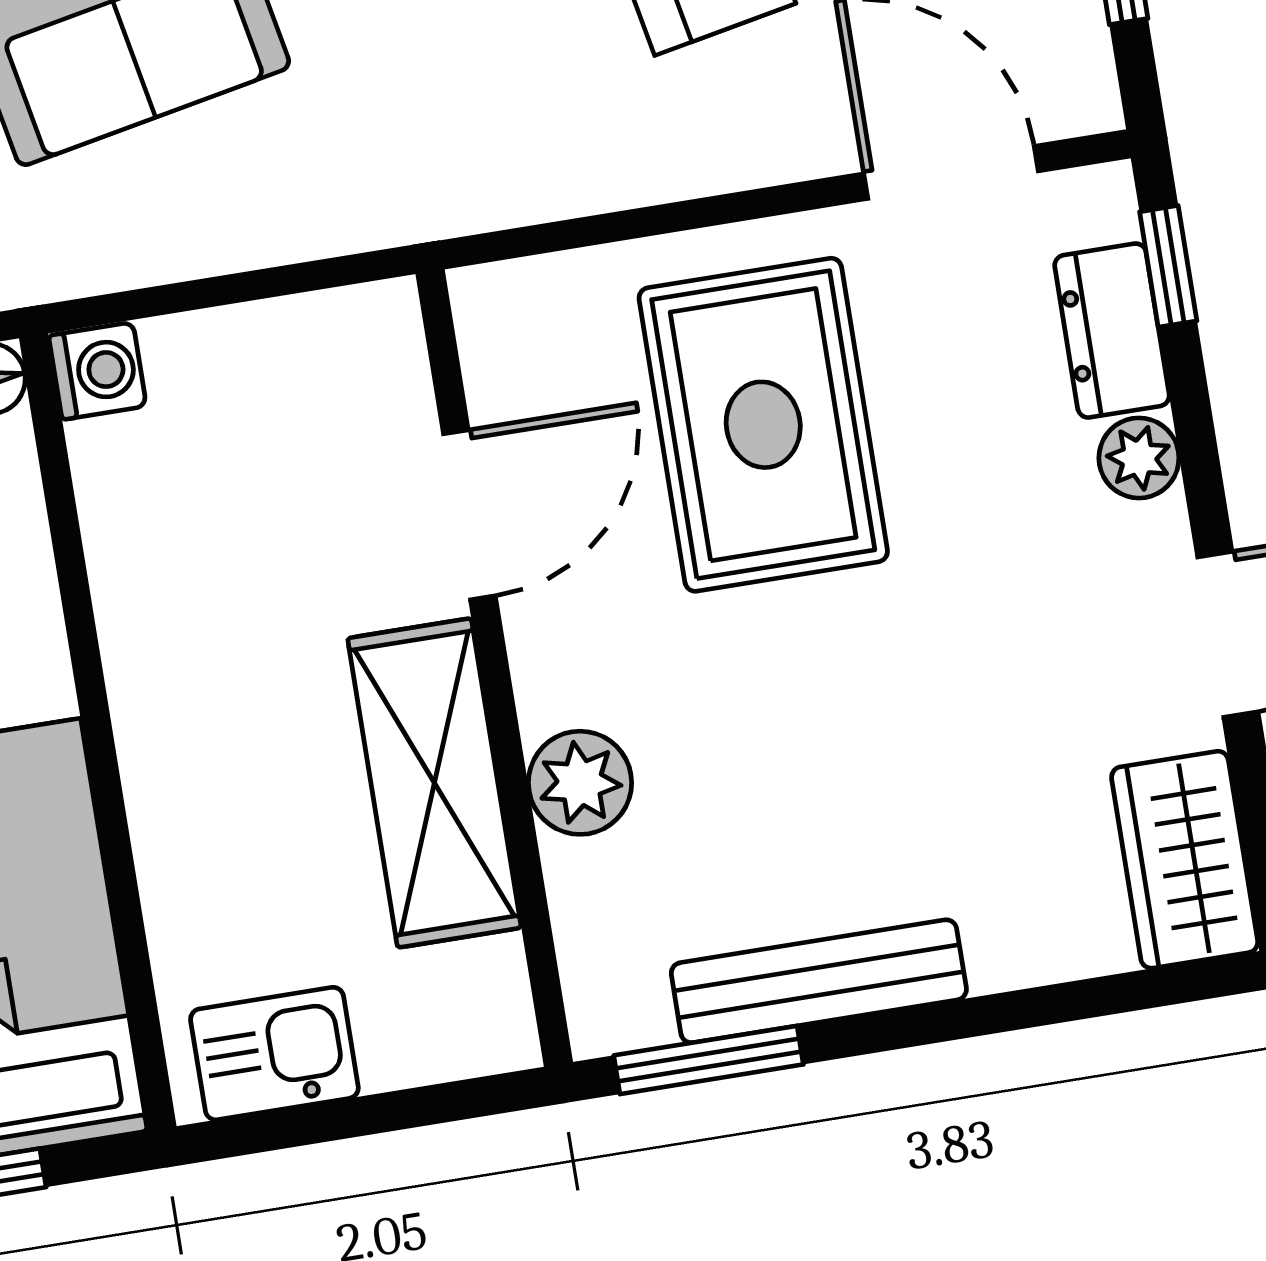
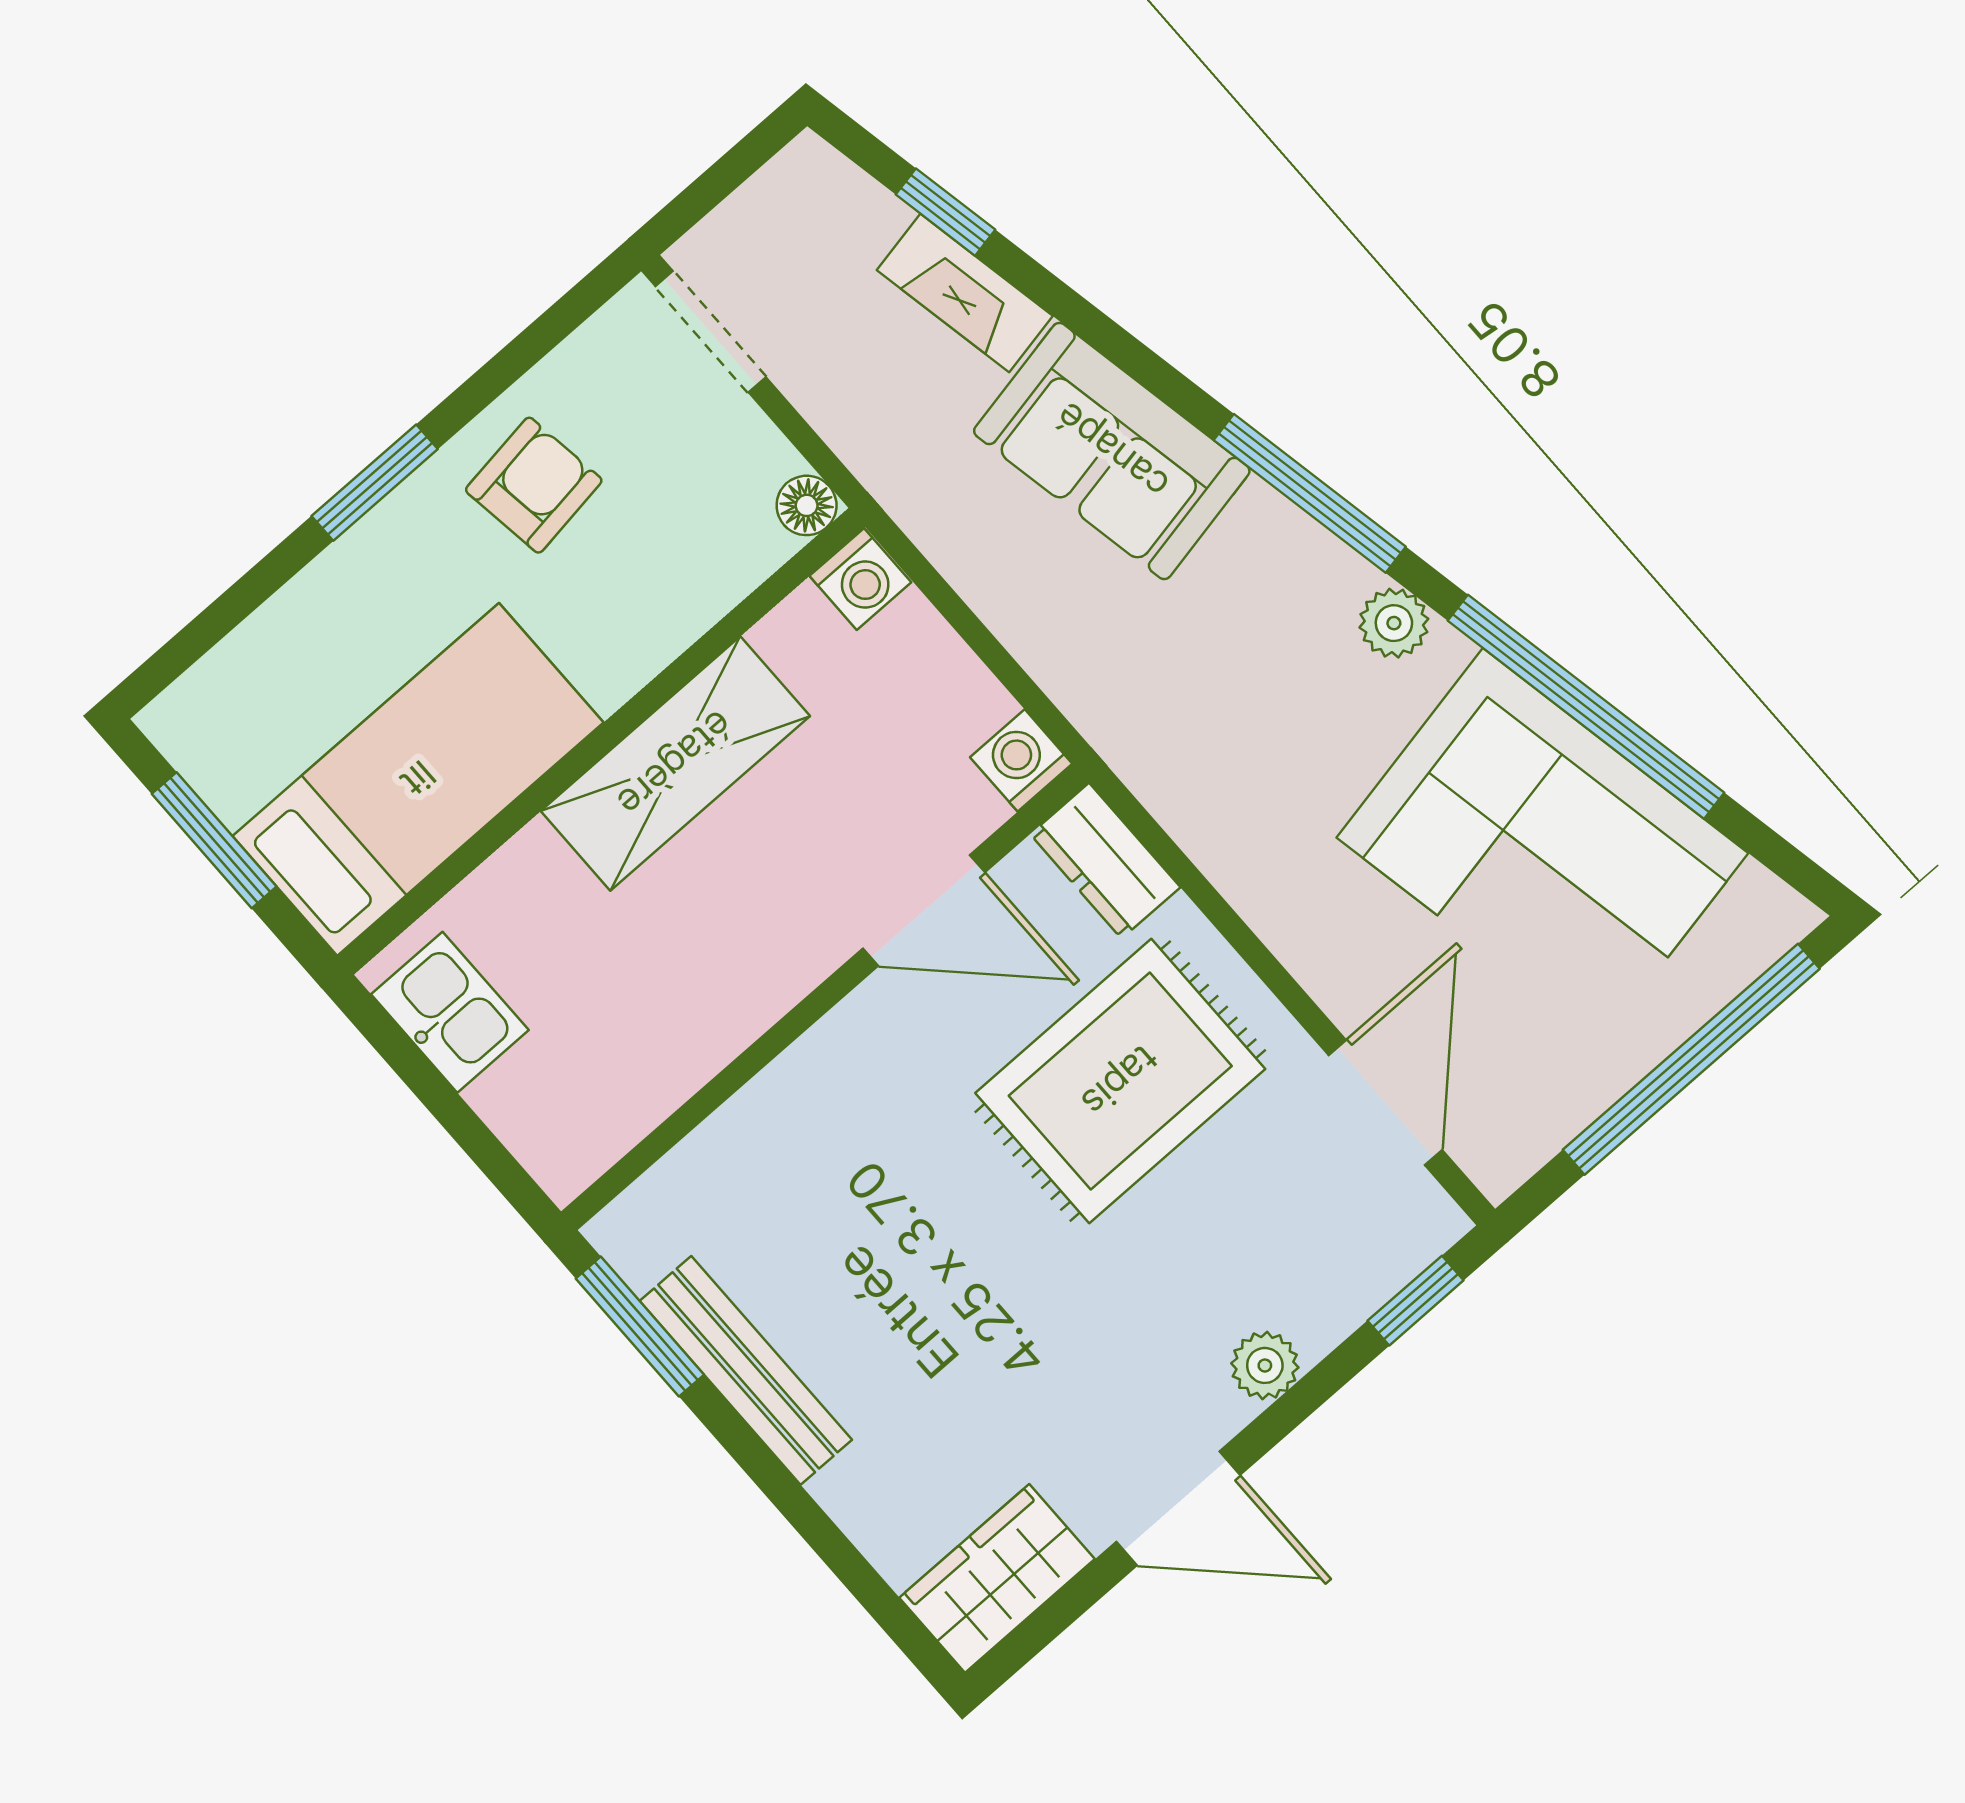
washing machine: (380, 323) -> (1021, 760), added
dresser: (1112, 331) -> (1105, 861), moved, turned -90
shelving: (434, 783) -> (675, 764), moved
plant: (580, 783) -> (781, 1110), removed

